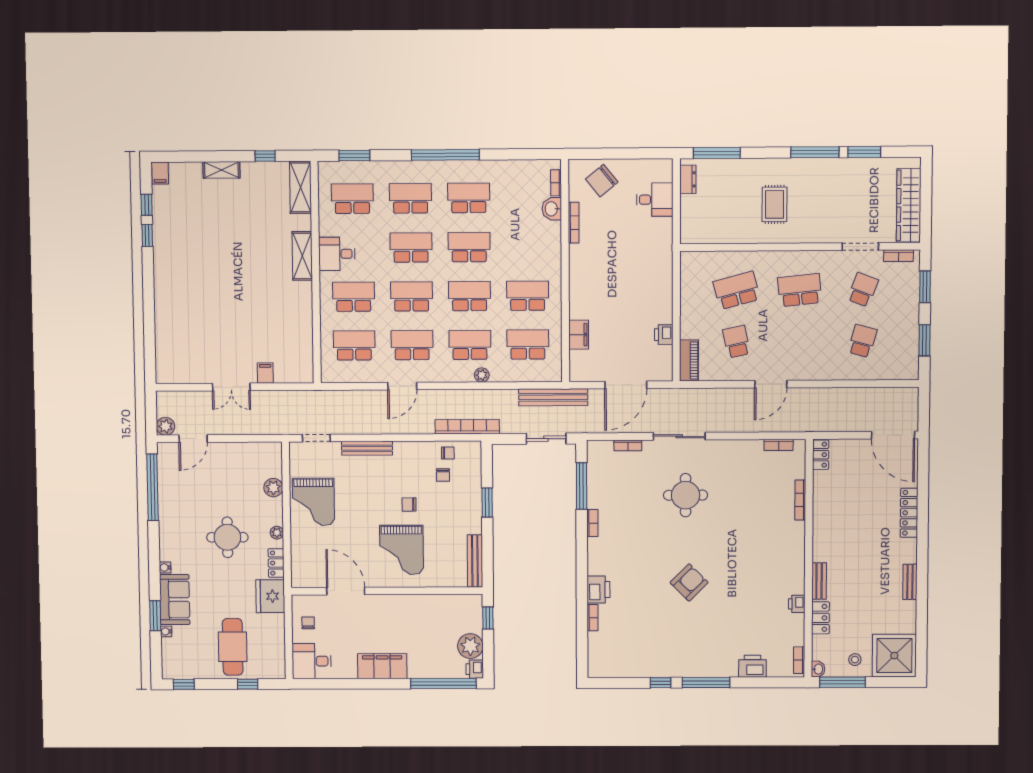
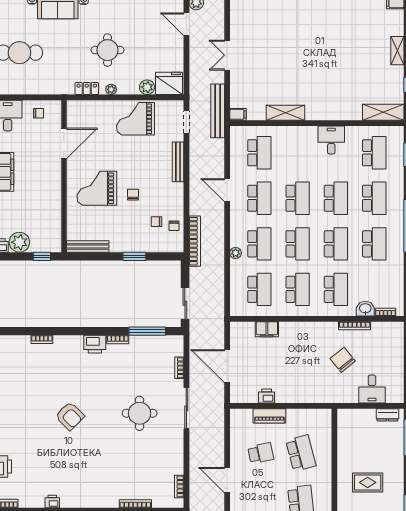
chair: (602, 181) -> (343, 360), moved
shelving: (302, 256) -> (285, 113), moved
school desk: (354, 297) -> (336, 289), moved
piano: (689, 360) -> (269, 416), moved
filing cabinet: (265, 373) -> (238, 114), moved
bench: (553, 397) -> (218, 111), moved
printer: (598, 589) -> (95, 344), moved
fridge: (270, 596) -> (169, 83), moved

